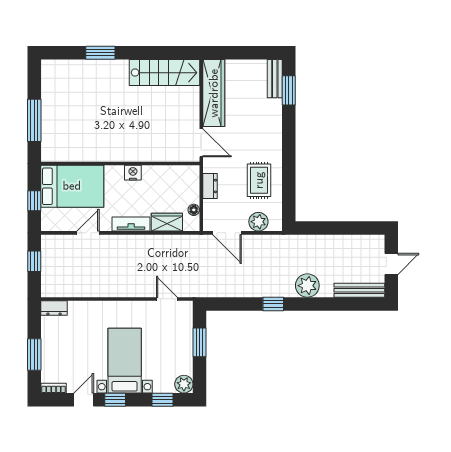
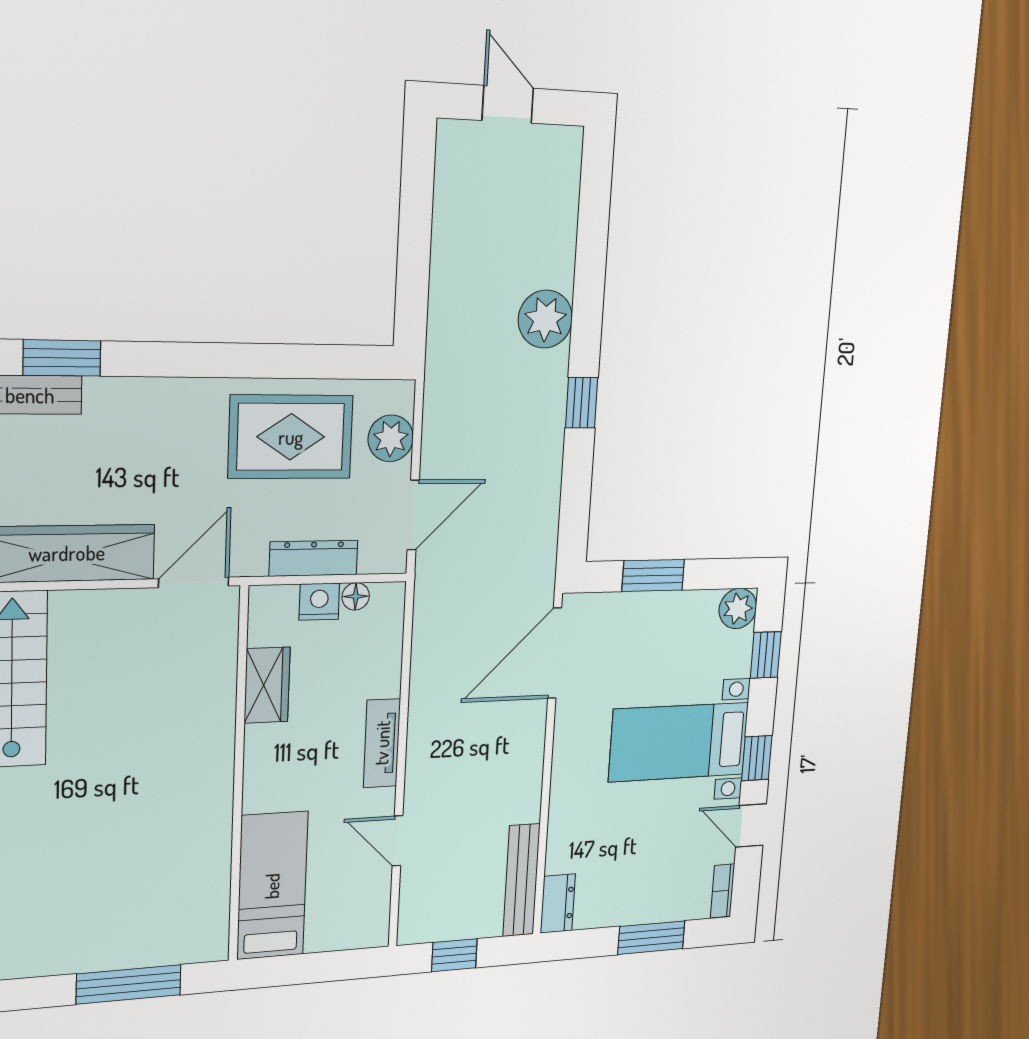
nightstand: (133, 173) -> (319, 602), moved, turned 90
rug: (259, 180) -> (291, 437), width x1.36, depth x1.43
bed: (72, 186) -> (272, 886), width x0.67
dresser: (210, 186) -> (314, 558), width x1.44
window: (34, 201) -> (319, 967), removed
wardrobe: (167, 222) -> (267, 685), moved, turned 180
bench: (359, 290) -> (521, 880), moved
door: (167, 299) -> (555, 653), width x1.87

